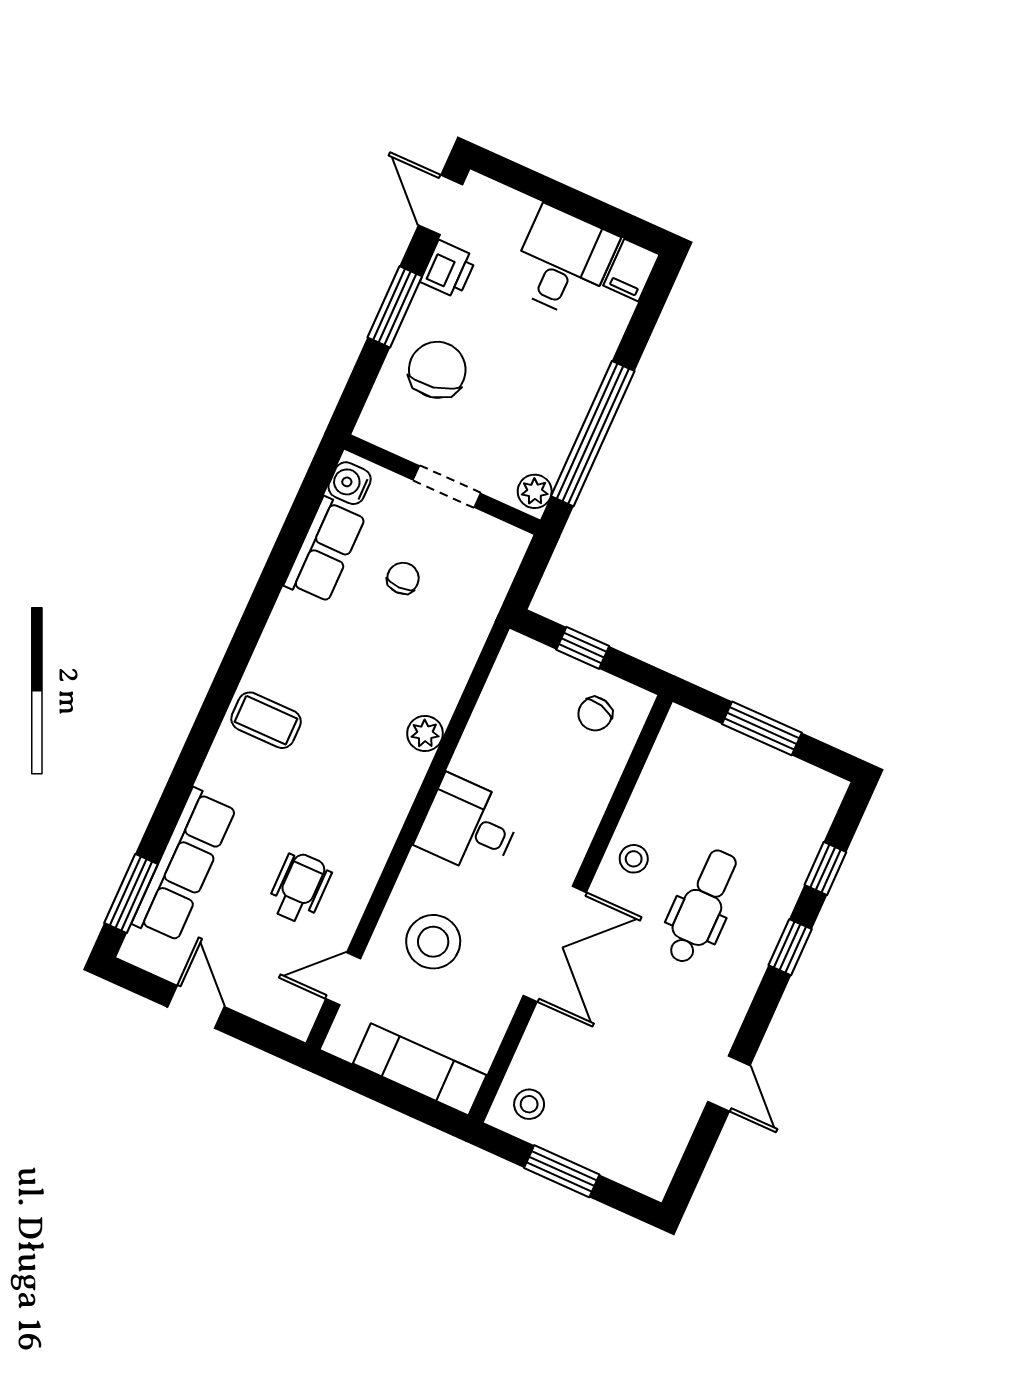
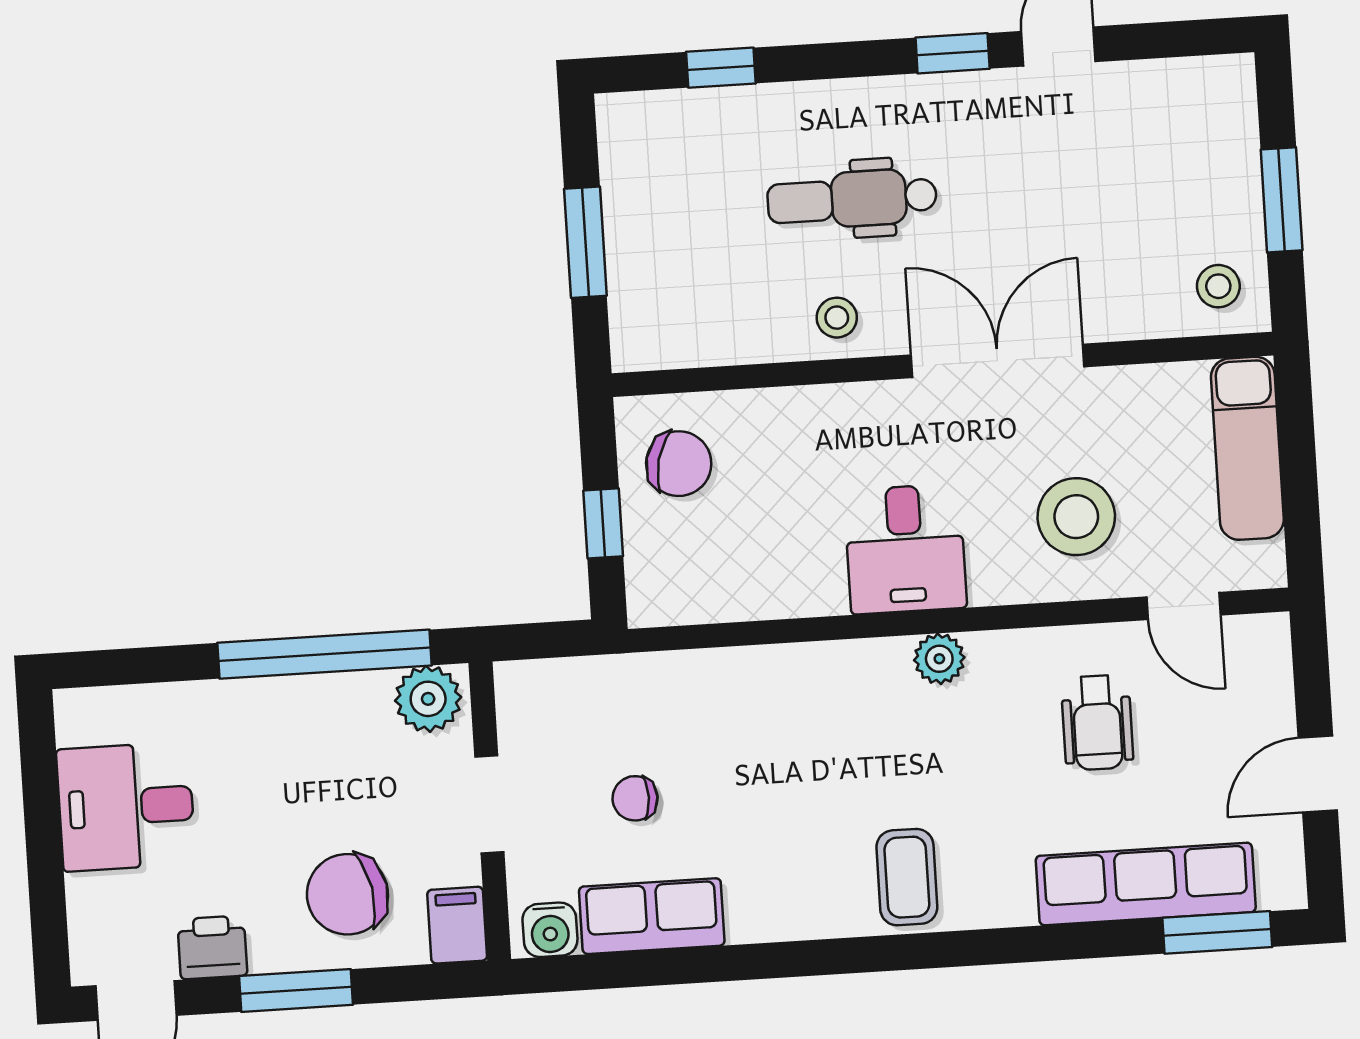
filing cabinet: (631, 270) -> (457, 925), moved, turned -90
plant: (535, 491) -> (428, 699), width x1.38, depth x1.38
chair: (595, 714) -> (679, 464), width x1.37, depth x1.37
plant: (425, 733) -> (939, 659), moved
wheelchair: (299, 888) -> (1097, 723), turned -90
window: (790, 947) -> (953, 53), moved

